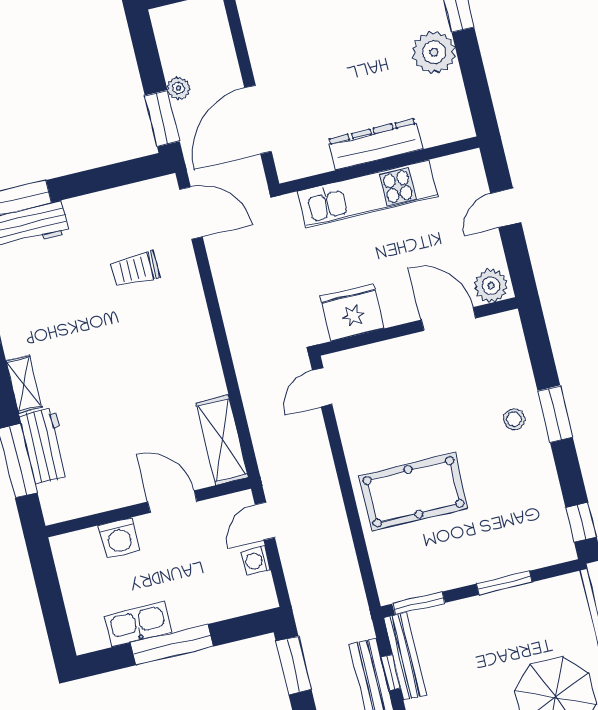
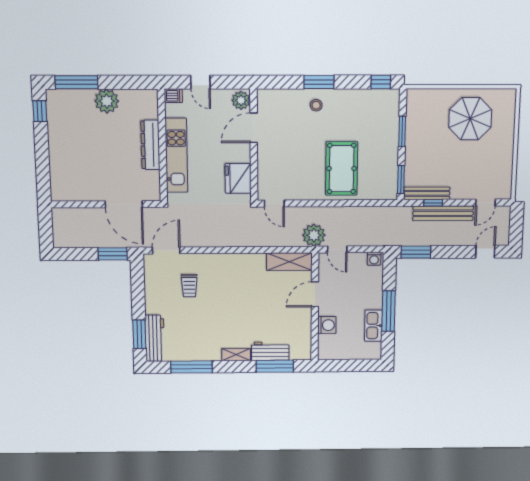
plant: (179, 88) -> (314, 235), moved, width x1.88, depth x1.88
dishwasher: (471, 166) -> (173, 96), added
washing machine: (256, 561) -> (374, 259), moved

